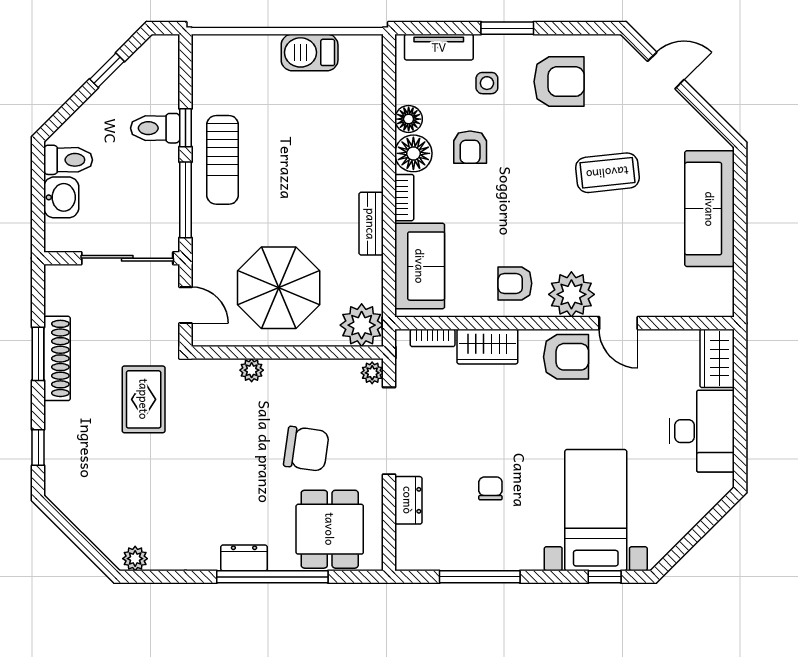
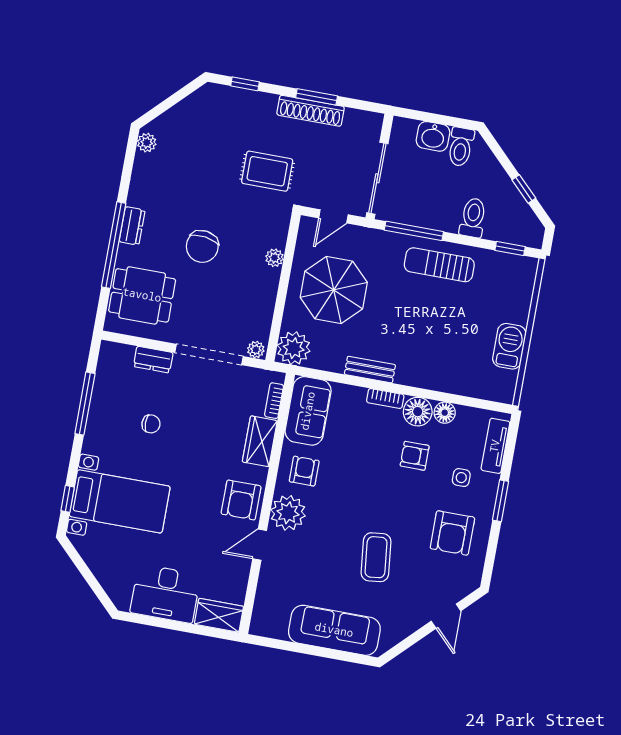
window: (186, 128) -> (510, 248), moved
sofa: (420, 266) -> (308, 411), moved, turned -90
chair: (306, 449) -> (202, 246), moved

